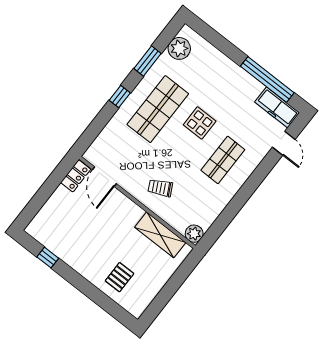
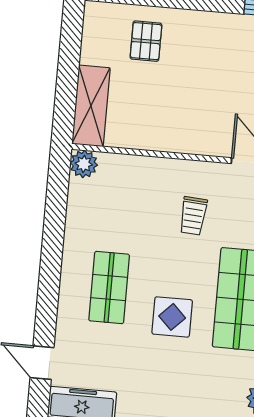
trolley: (160, 188) -> (193, 216), moved, turned 121
shelving: (160, 235) -> (91, 106), moved, turned 90

